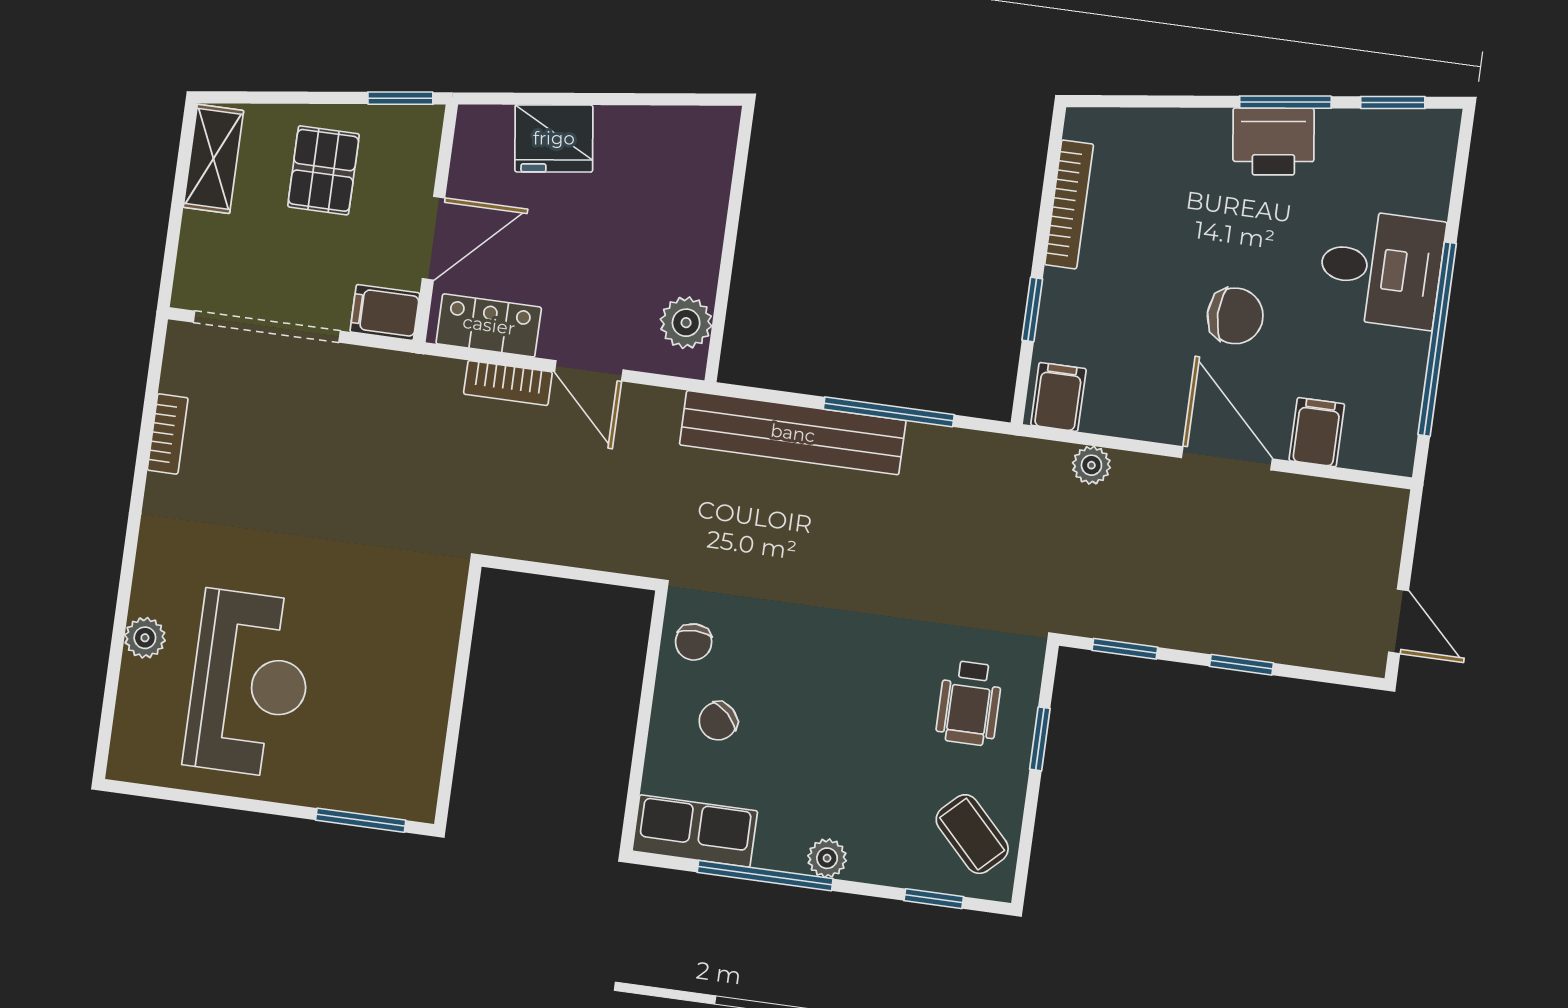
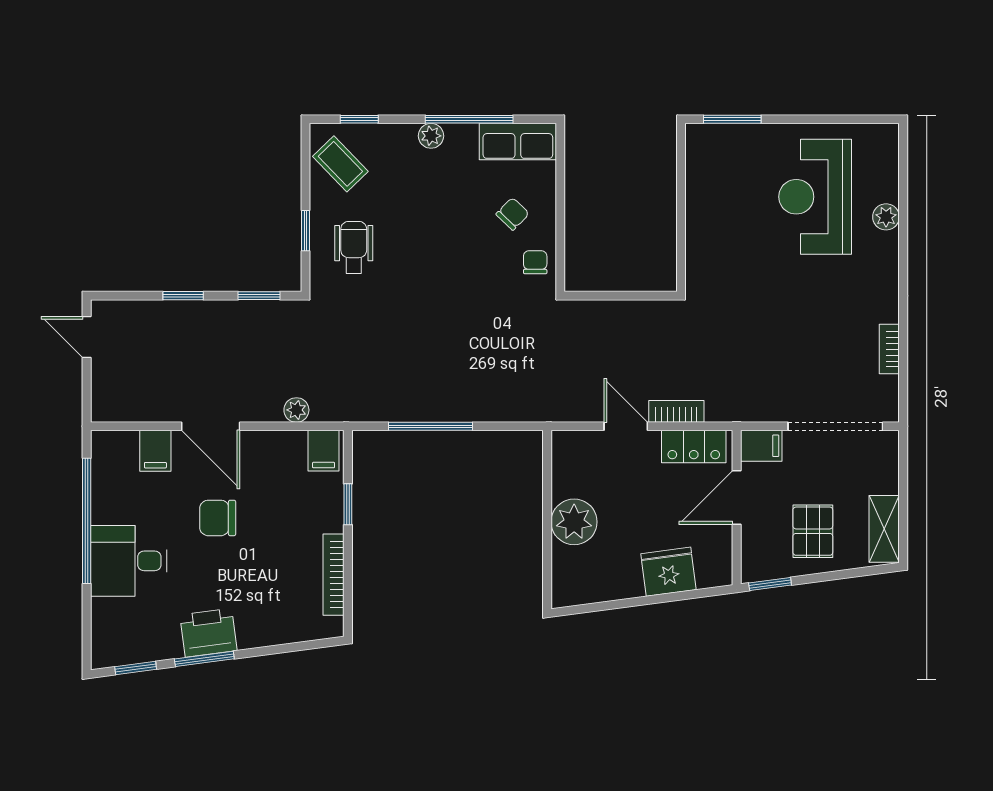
plant: (686, 323) -> (574, 522), moved, width x1.36, depth x1.36
bench: (793, 433) -> (490, 405), removed

